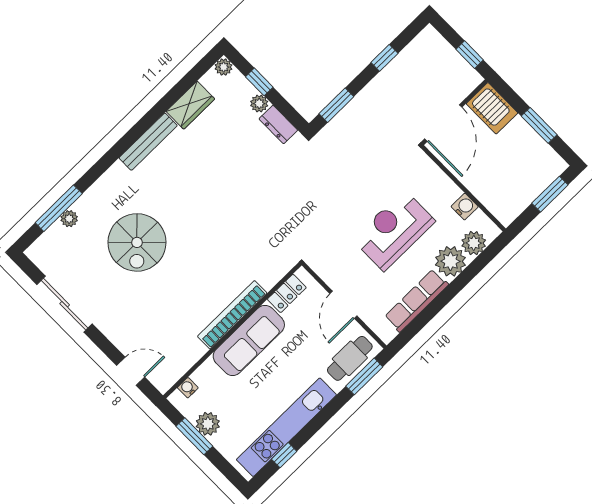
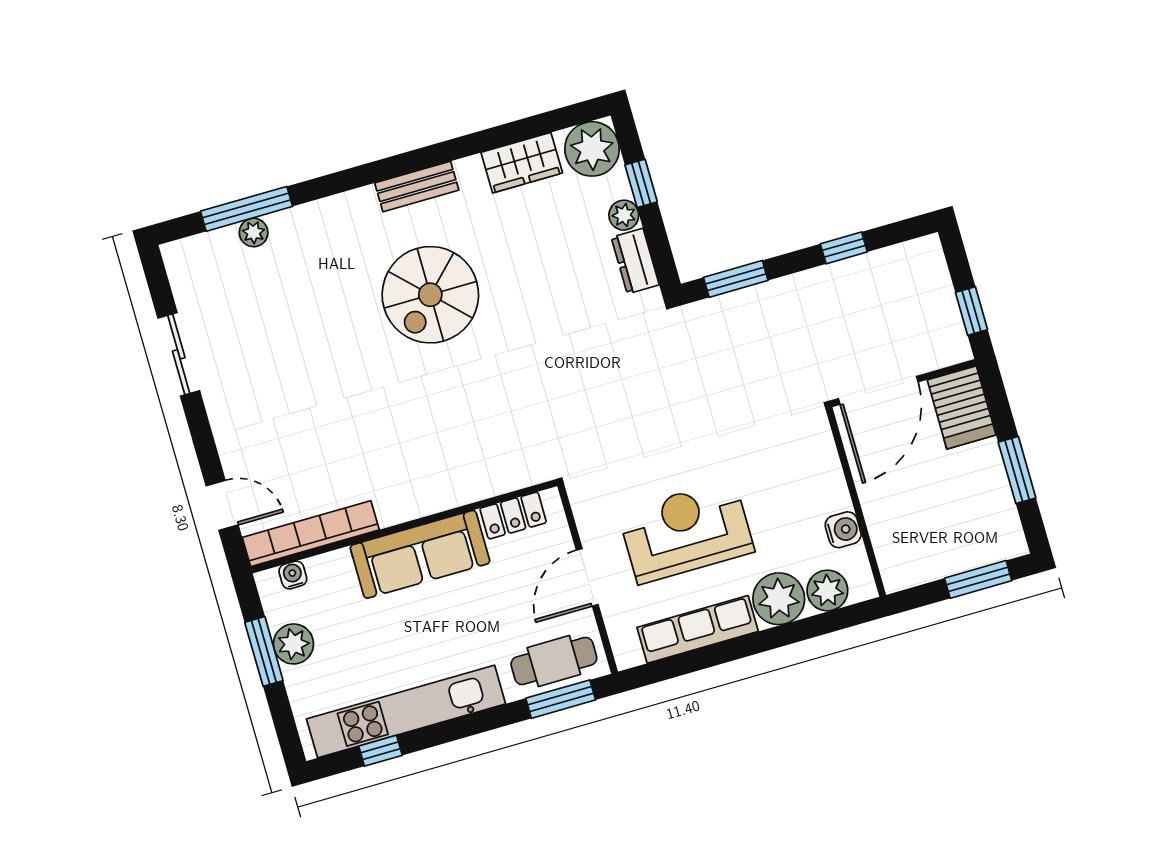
plant: (224, 67) -> (592, 149), width x1.87, depth x1.87
bench: (148, 142) -> (417, 187), width x0.73
reception desk: (394, 230) -> (686, 532), moved
spiral stairs: (137, 242) -> (430, 295), moved
sliding door: (65, 304) -> (179, 354), width x0.73
bookcase: (232, 315) -> (311, 534), moved

